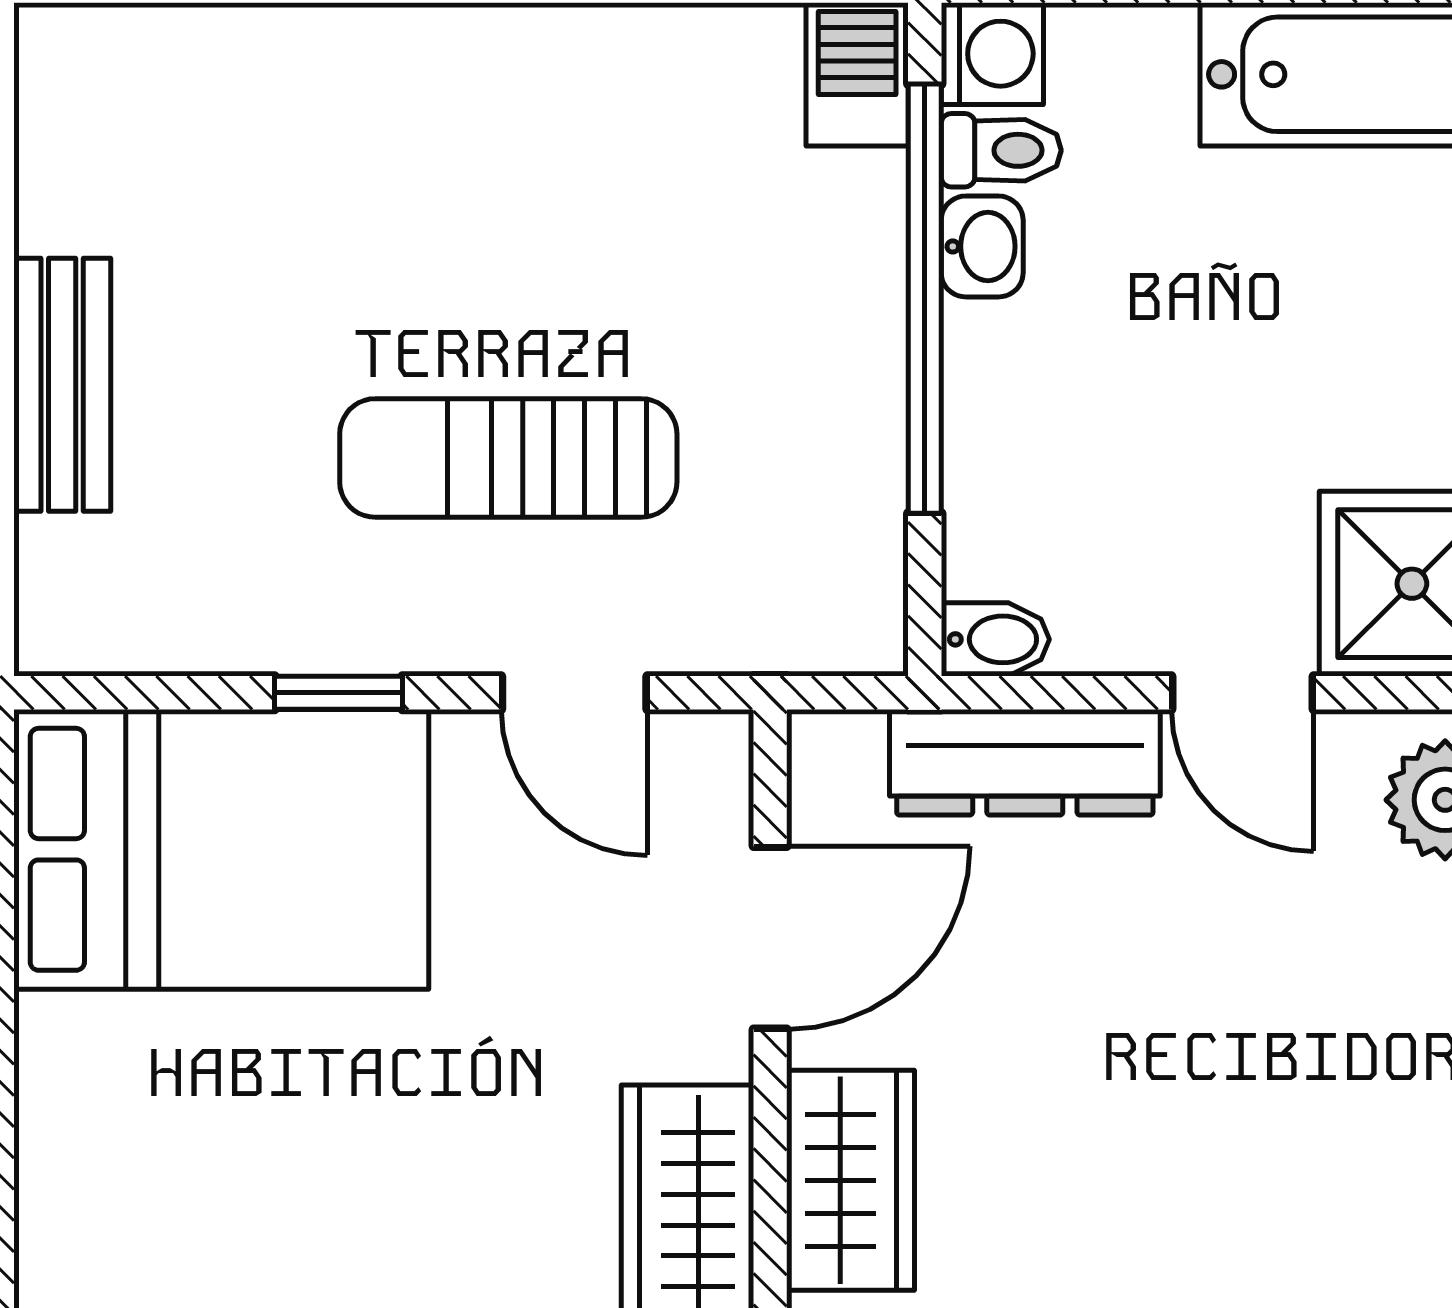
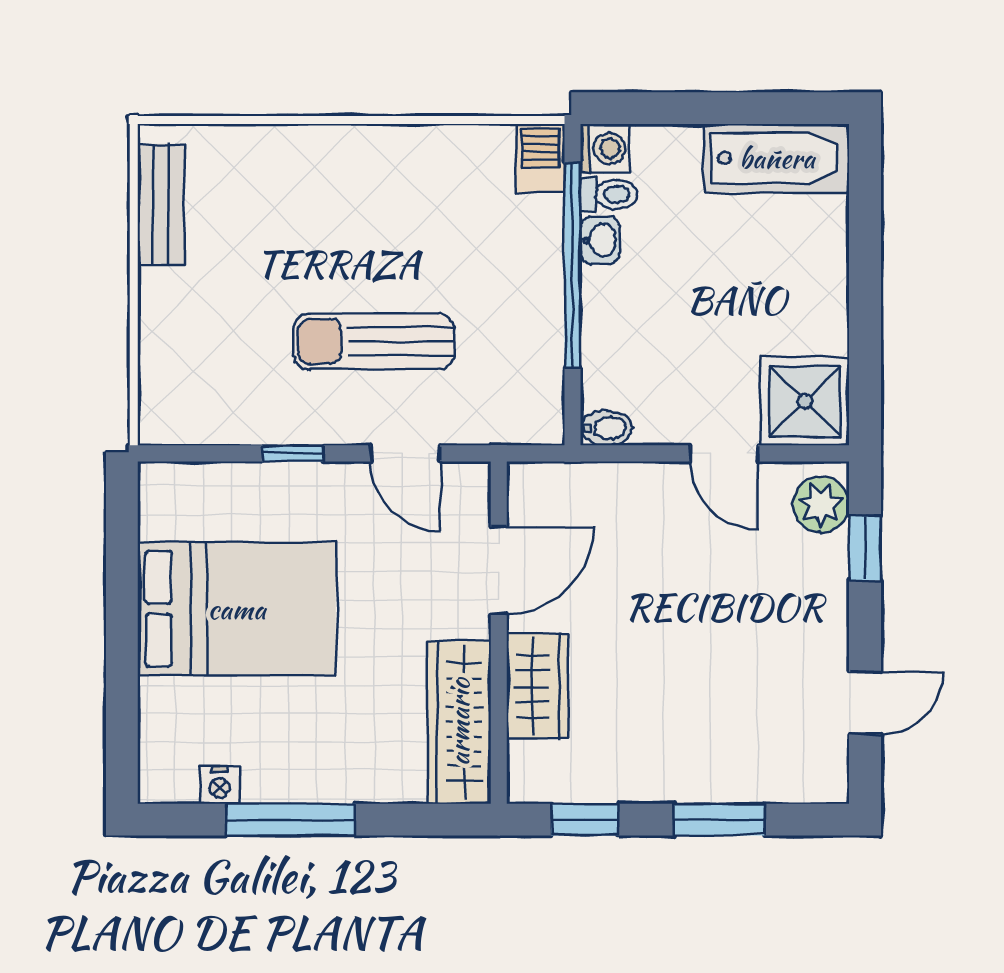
bench: (62, 385) -> (161, 204), moved
dresser: (1025, 762) -> (620, 487), removed
bed: (221, 849) -> (237, 609), moved

